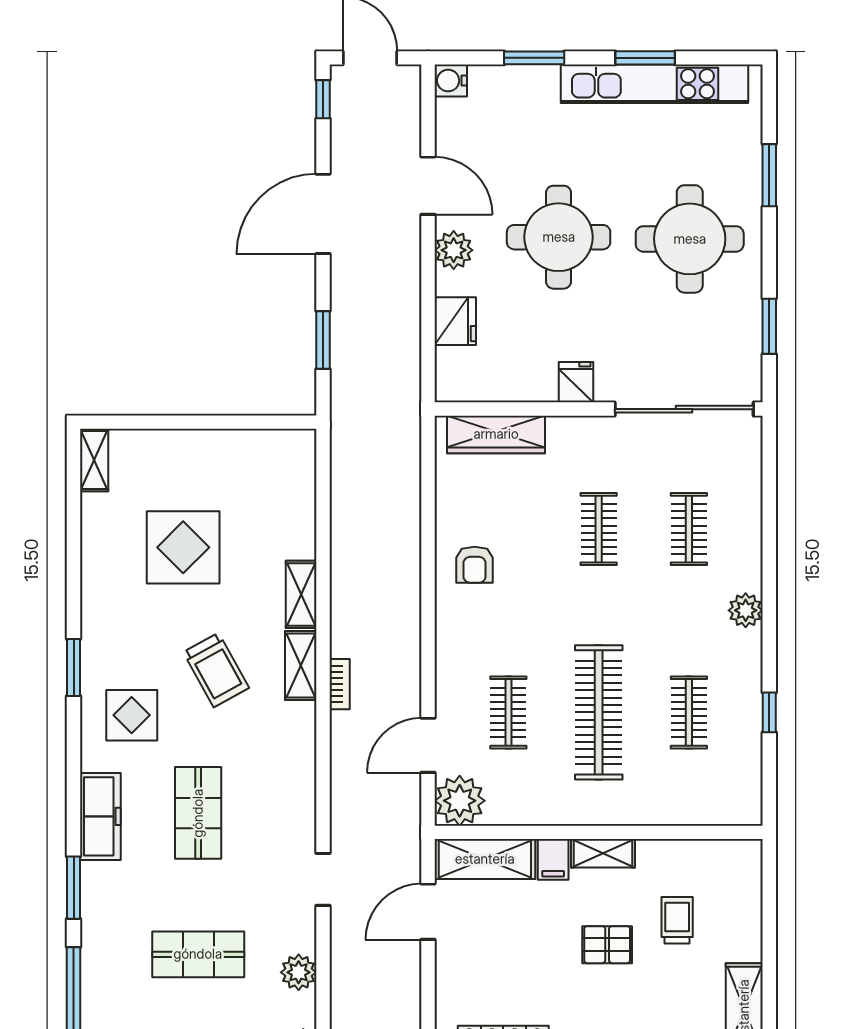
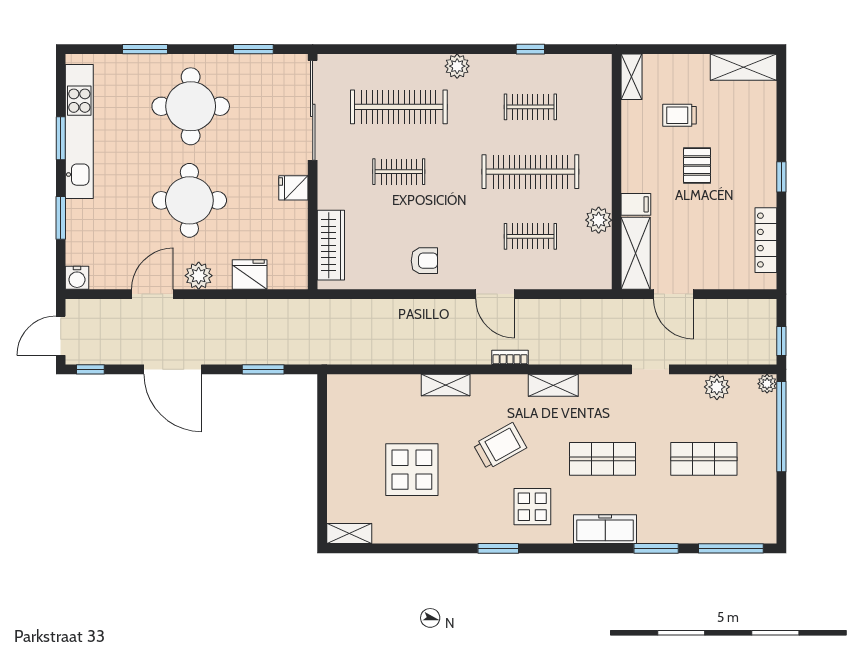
clothes rail: (689, 529) -> (399, 107), width x1.86, depth x1.31
shelving: (301, 665) -> (553, 385), moved
door: (428, 745) -> (495, 294), moved
plant: (460, 801) -> (599, 220), moved, width x0.73, depth x0.73
shelving: (603, 853) -> (631, 77), moved
shop shelf: (198, 954) -> (704, 459), turned 90

